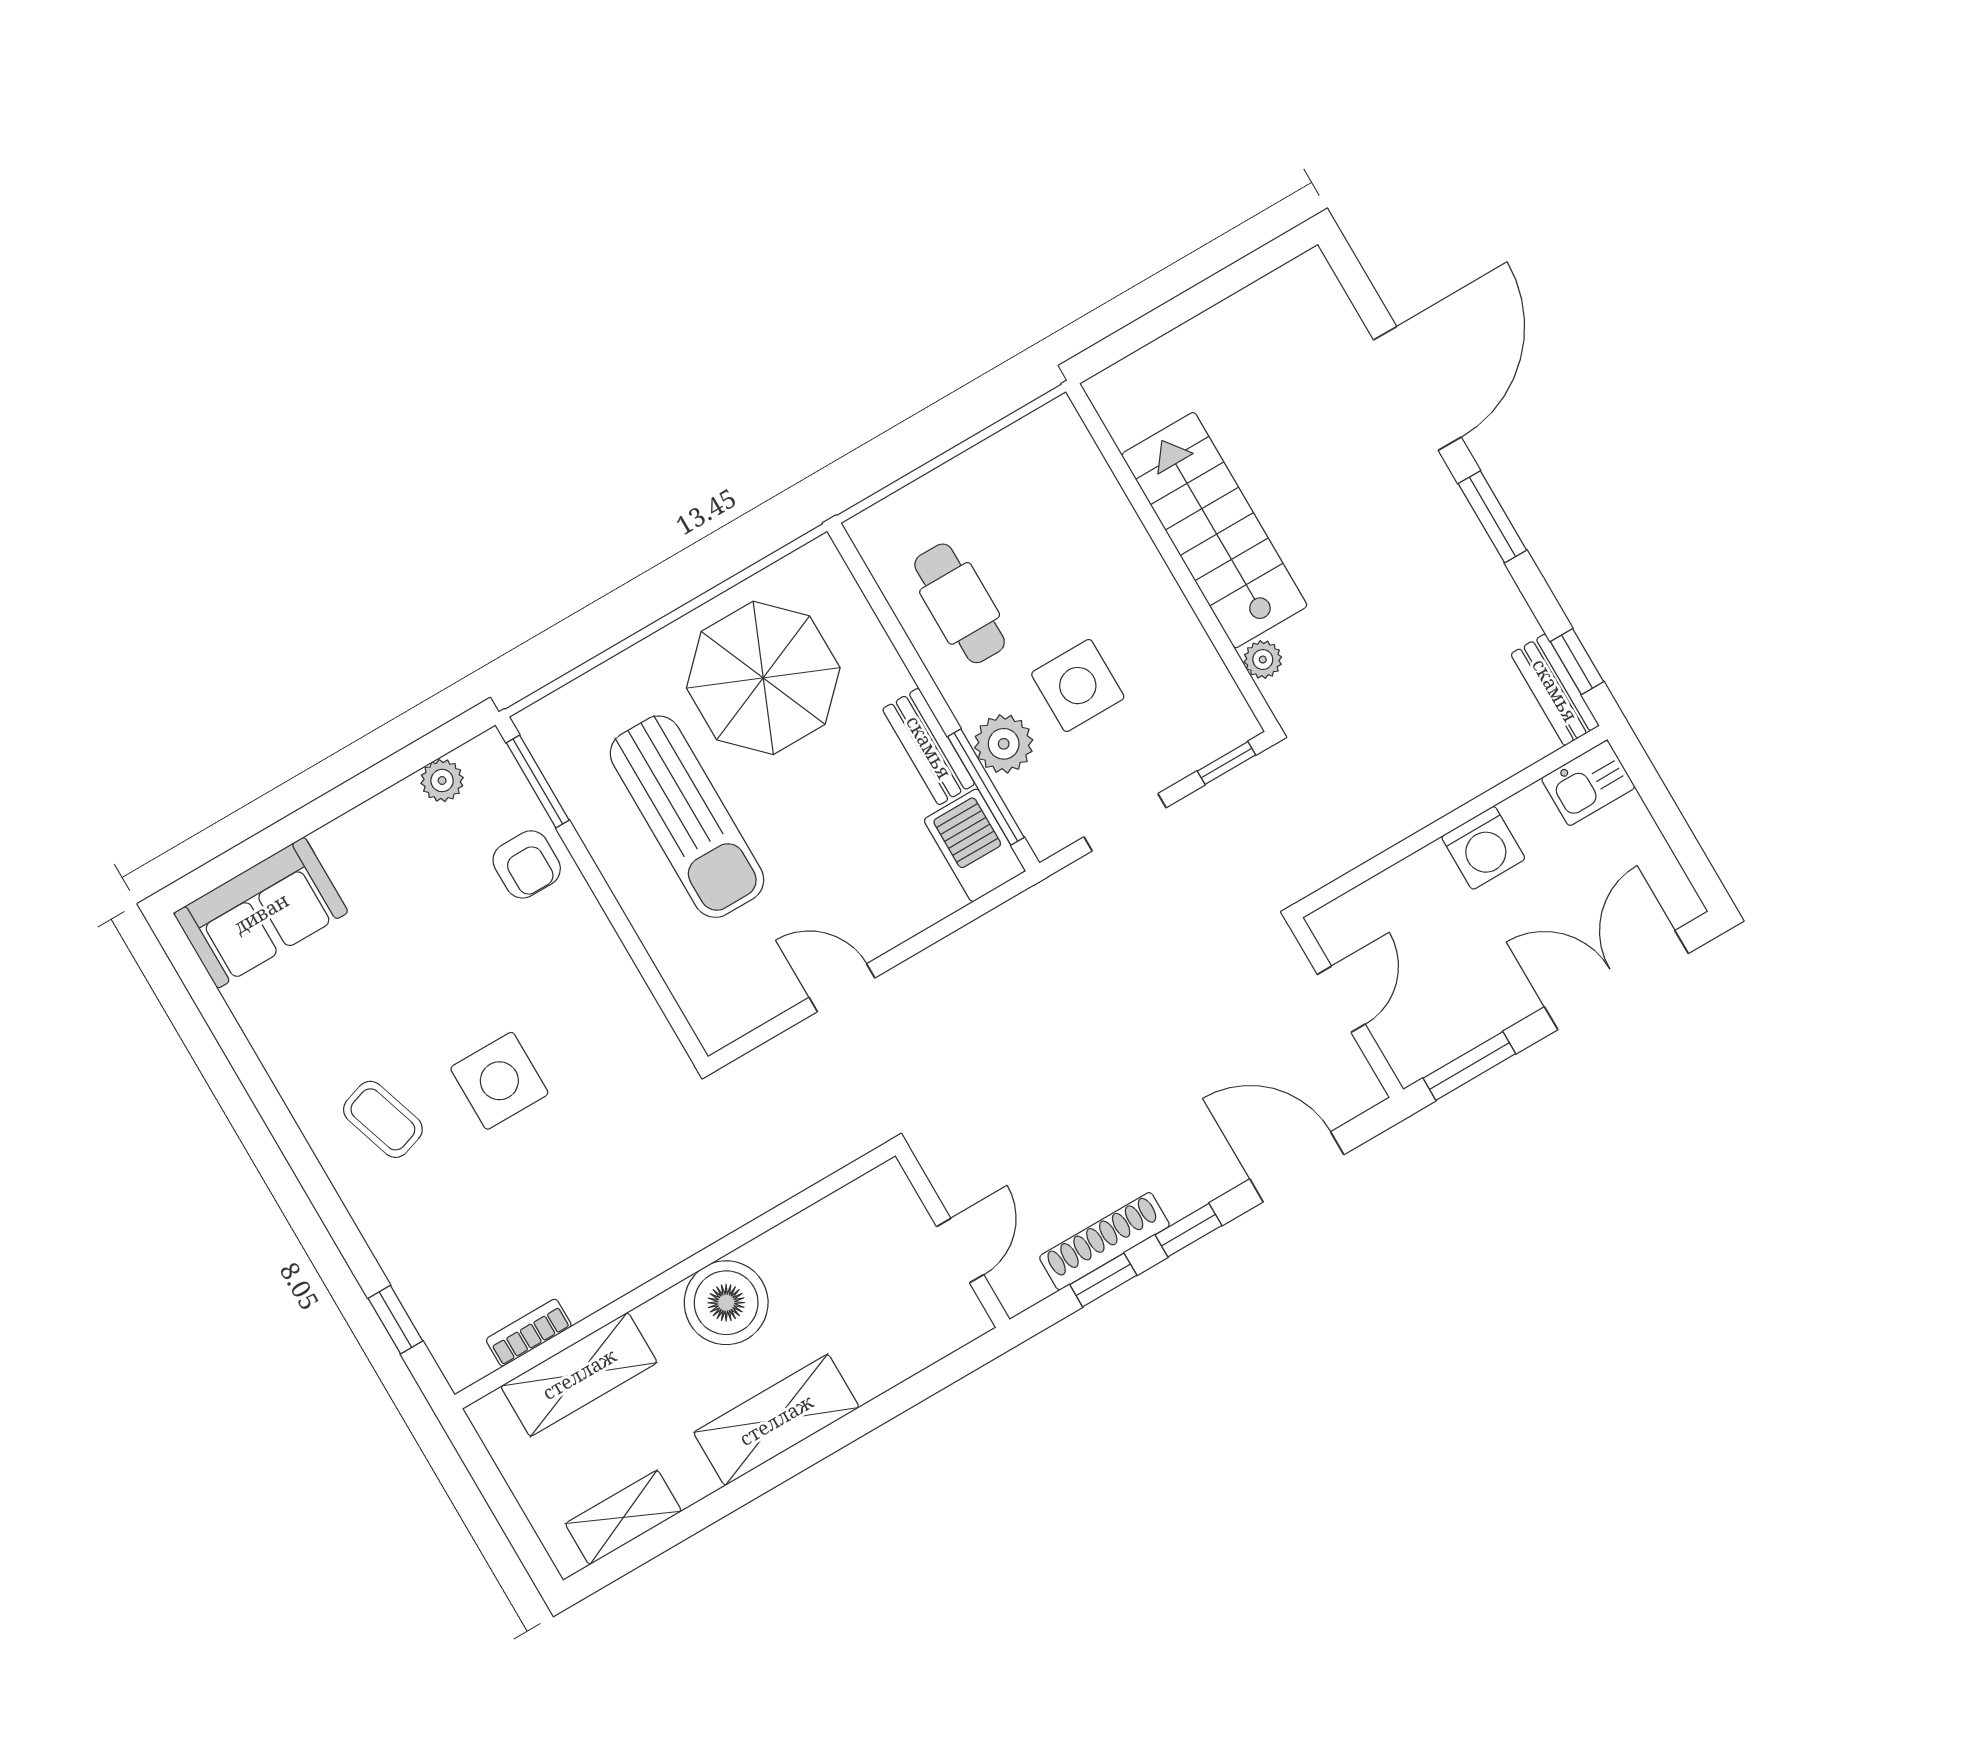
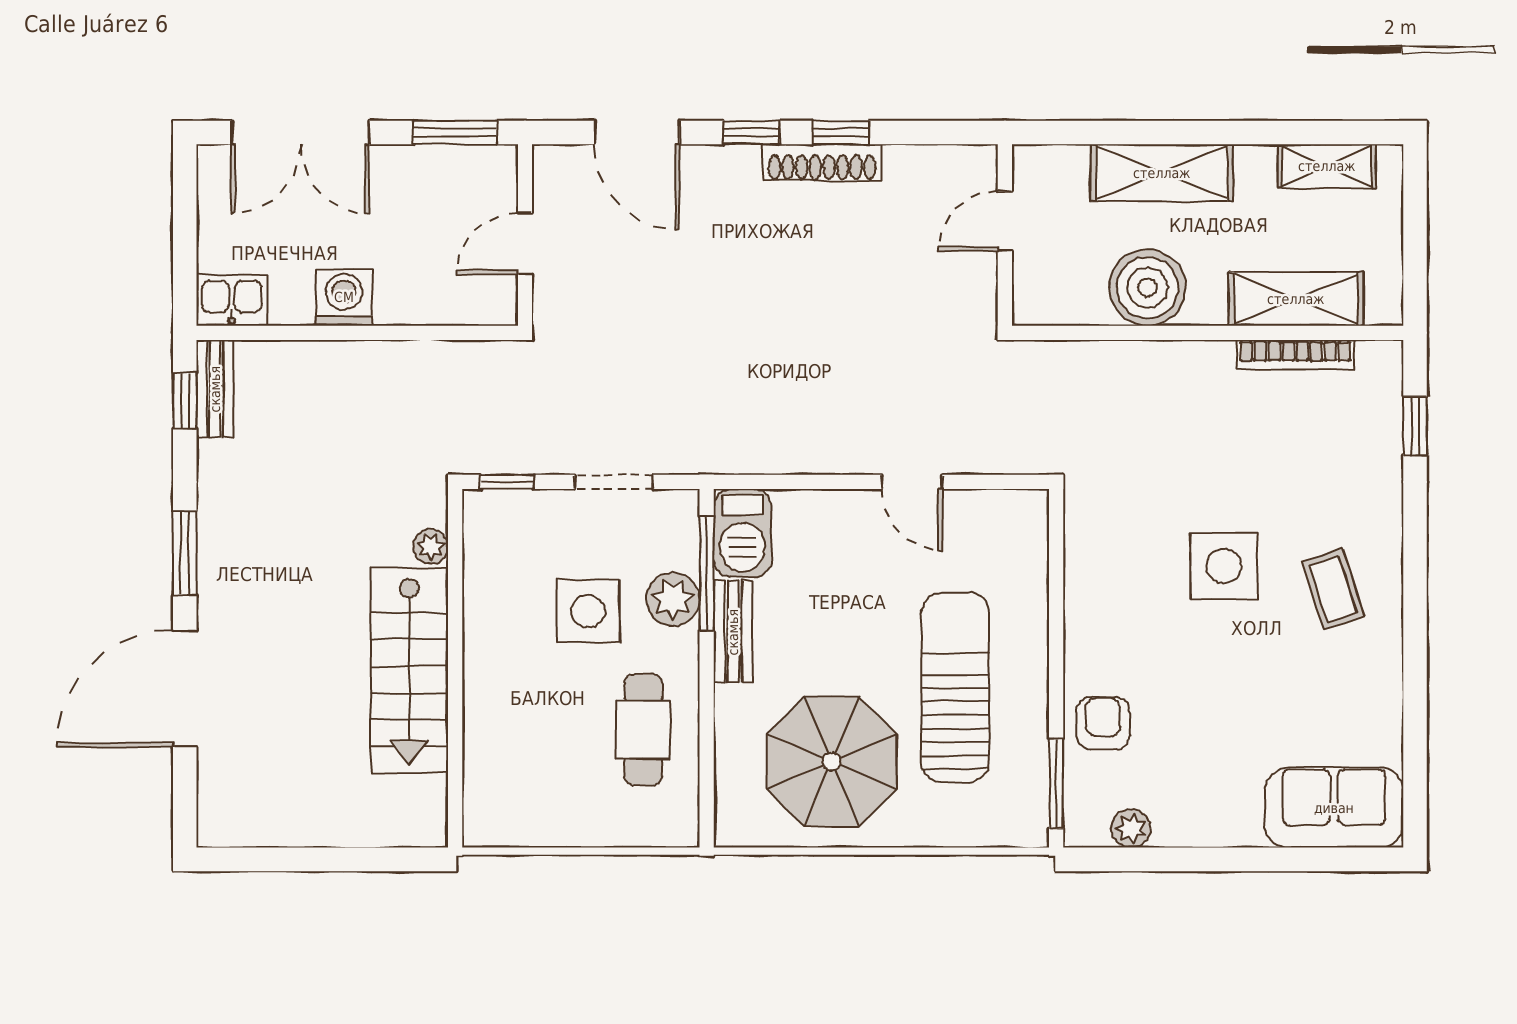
wall: (953, 1237) -> (1005, 235), moved
door: (960, 1251) -> (1005, 221), moved
bookcase: (529, 1333) -> (1295, 355), width x1.56

